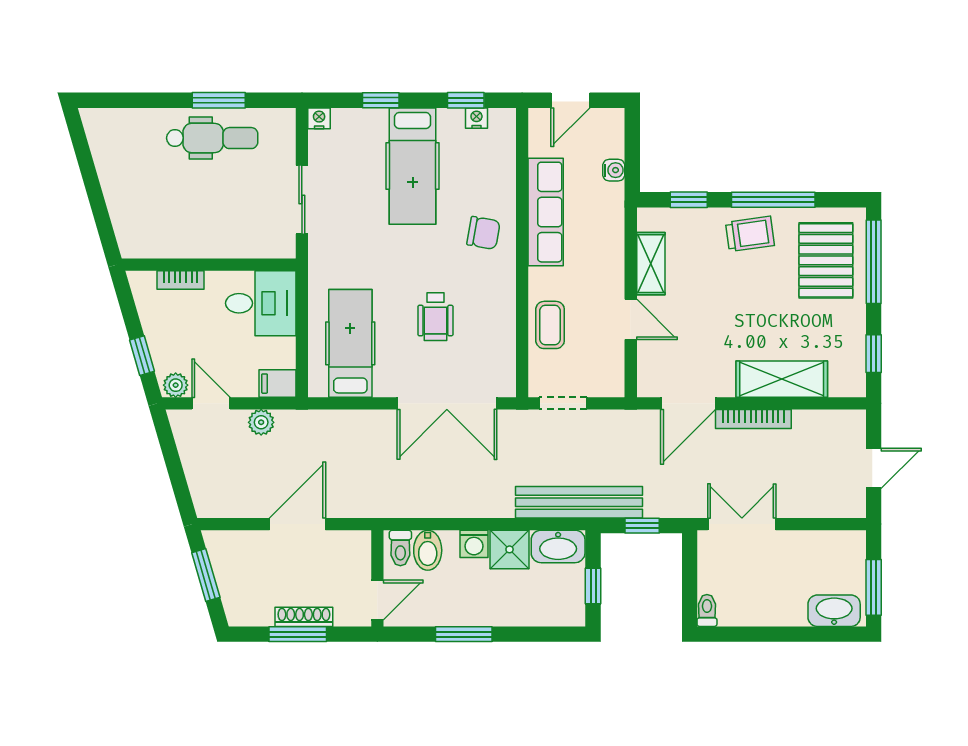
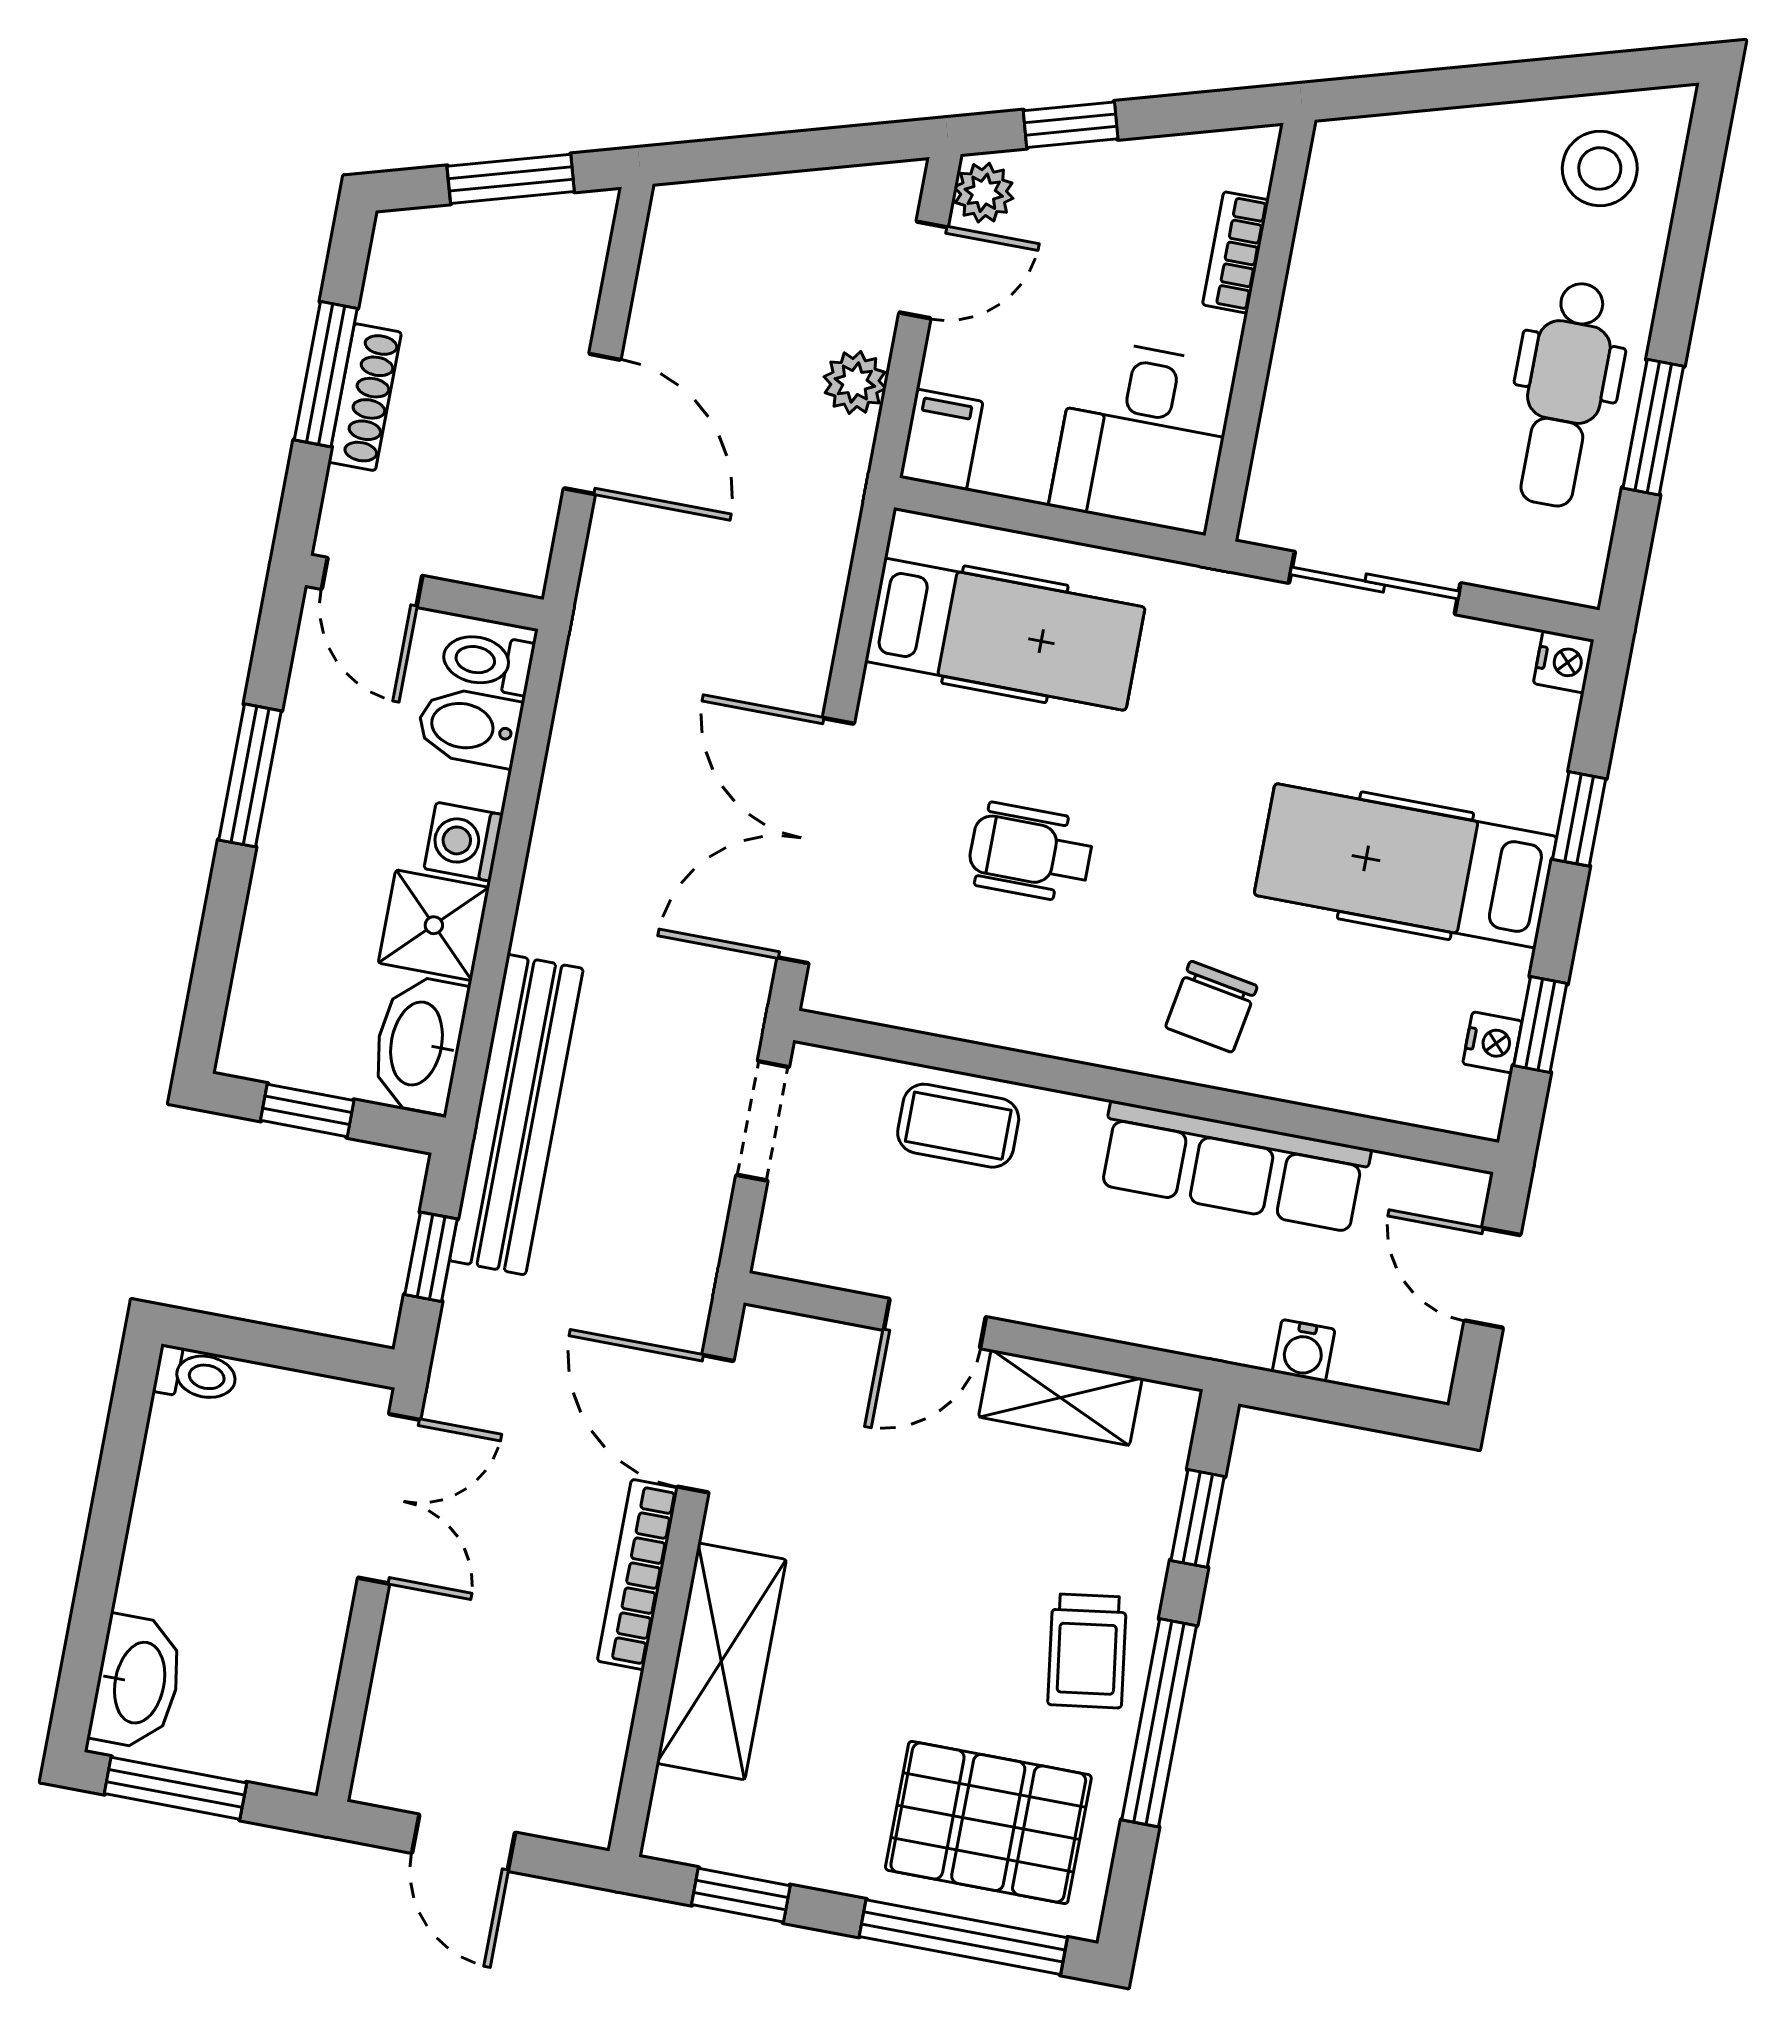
stool: (120, 141) -> (1600, 168), added

